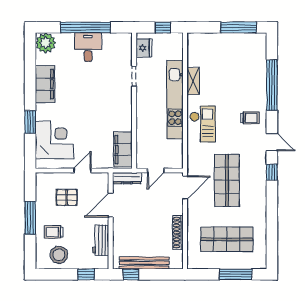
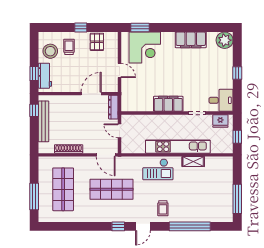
window: (85, 27) -> (237, 73), width x0.32
desk: (88, 47) -> (221, 100), moved
window: (30, 122) -> (140, 28), moved
filing cabinet: (123, 150) -> (168, 104), moved
pallet: (67, 197) -> (97, 42), moved
door: (111, 205) -> (91, 94), hinge flipped
window: (30, 218) -> (81, 28), width x0.46
workbench: (101, 240) -> (45, 76), moved, turned 90

